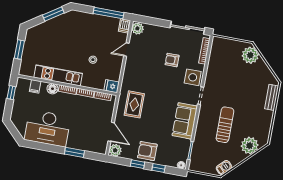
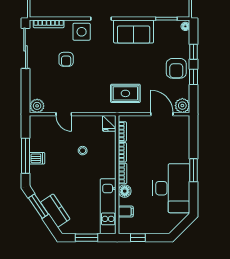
window: (108, 13) -> (25, 156), moved
dishwasher: (124, 26) -> (37, 158), moved
kitchen counter: (47, 27) -> (55, 211), added
kitchen unit: (58, 75) -> (108, 206), moved
door: (111, 132) -> (162, 114), hinge flipped
window: (74, 152) -> (193, 170), moved

